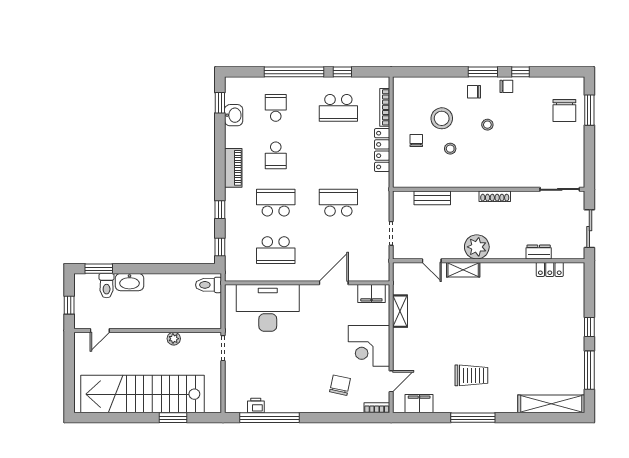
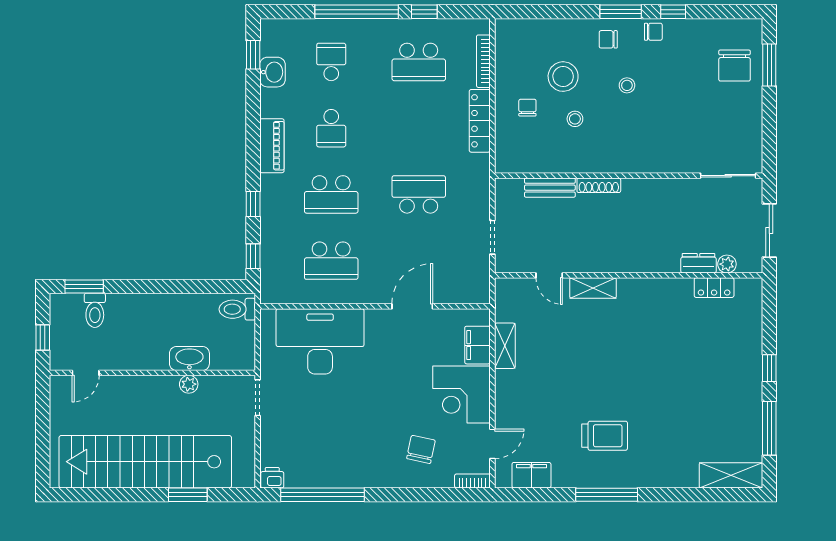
shoe rack: (495, 196) -> (599, 185), moved
school desk: (276, 203) -> (331, 194), turned 180
plant: (477, 247) -> (727, 264), moved, width x0.53, depth x0.53
washbasin: (130, 282) -> (189, 358), moved, turned 180
filing cabinet: (371, 294) -> (478, 345), moved, turned 90
shelving: (551, 404) -> (731, 475), width x0.68
printer: (256, 405) -> (272, 478), moved

